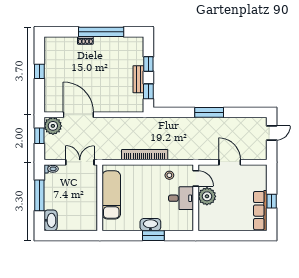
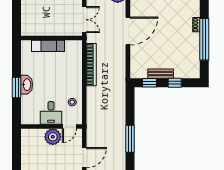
door: (78, 115) -> (128, 31), moved
bookcase: (145, 155) -> (91, 65), moved
exam couch: (111, 195) -> (48, 46), width x0.73, depth x0.69

